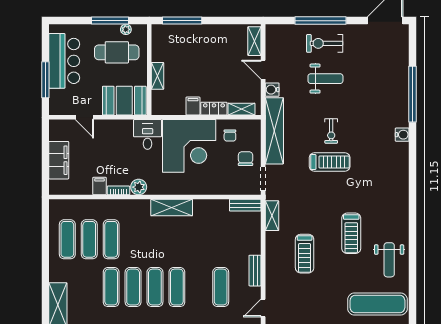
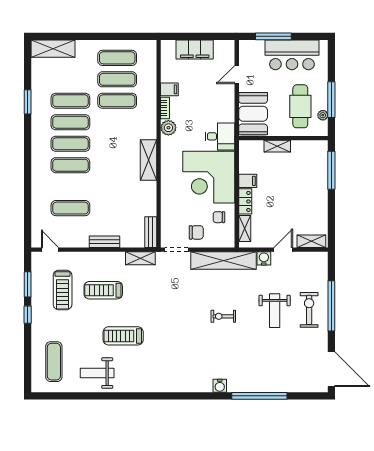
treadmill: (330, 162) -> (63, 290), moved
bench: (255, 271) -> (104, 242), moved
exercise mat: (377, 304) -> (54, 362), width x0.73, depth x0.69

